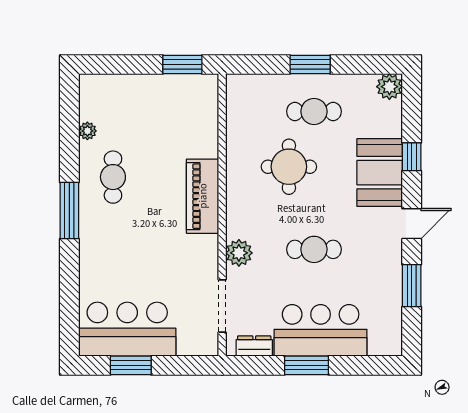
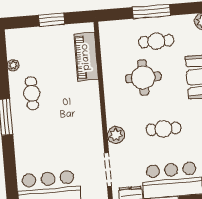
window: (182, 64) -> (52, 20), moved
window: (310, 64) -> (151, 11), width x1.44
piano: (203, 196) -> (86, 57), moved

